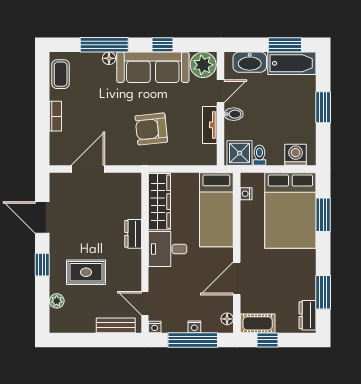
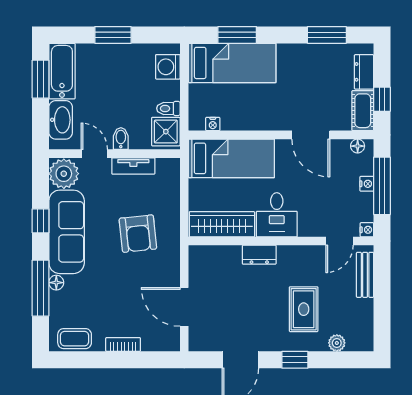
bed: (290, 210) -> (232, 63), width x0.67
dresser: (308, 315) -> (364, 72), moved, turned 90

